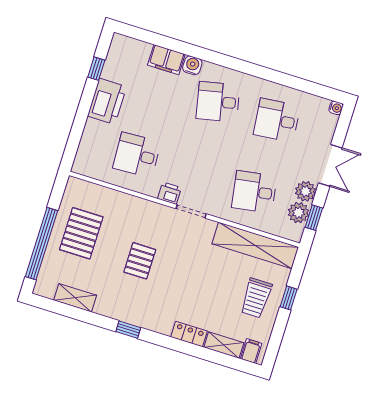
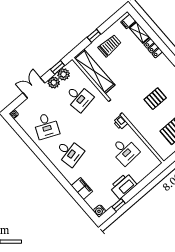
water cooler: (192, 65) -> (100, 211), moved
desk: (277, 120) -> (46, 126), turned 30

